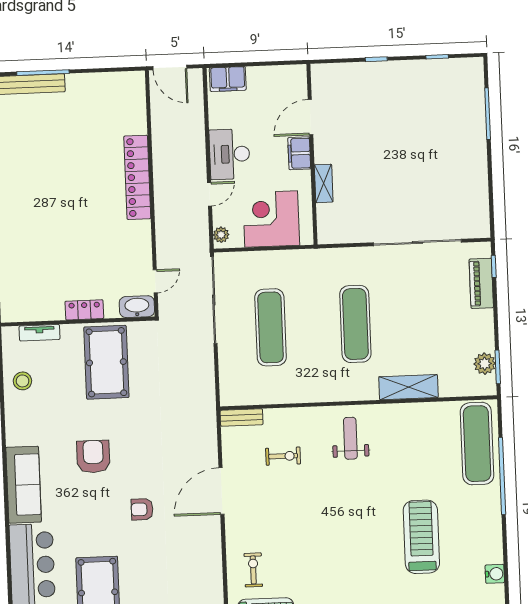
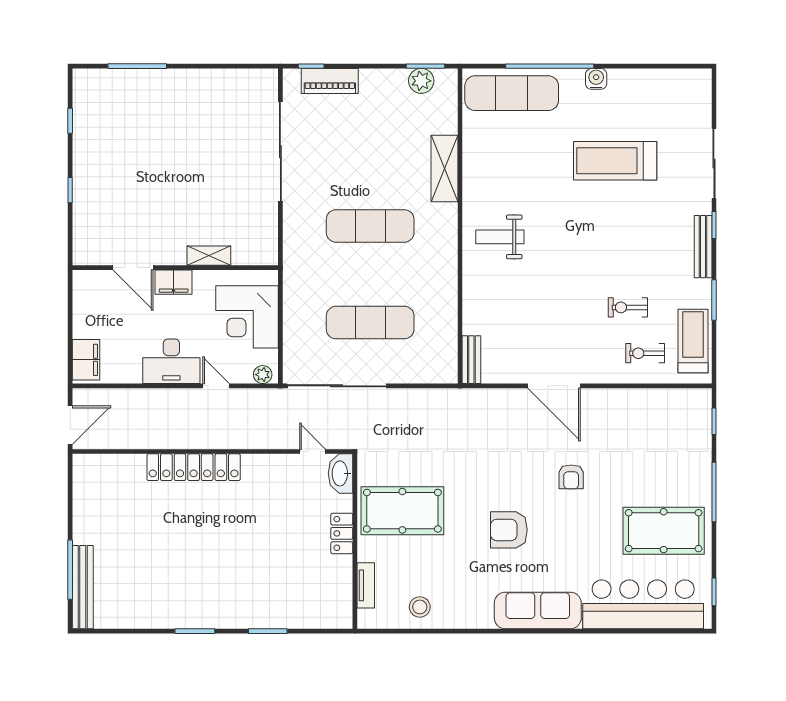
exercise bike: (283, 456) -> (628, 307), moved, turned -90
water cooler: (495, 574) -> (596, 79), moved

